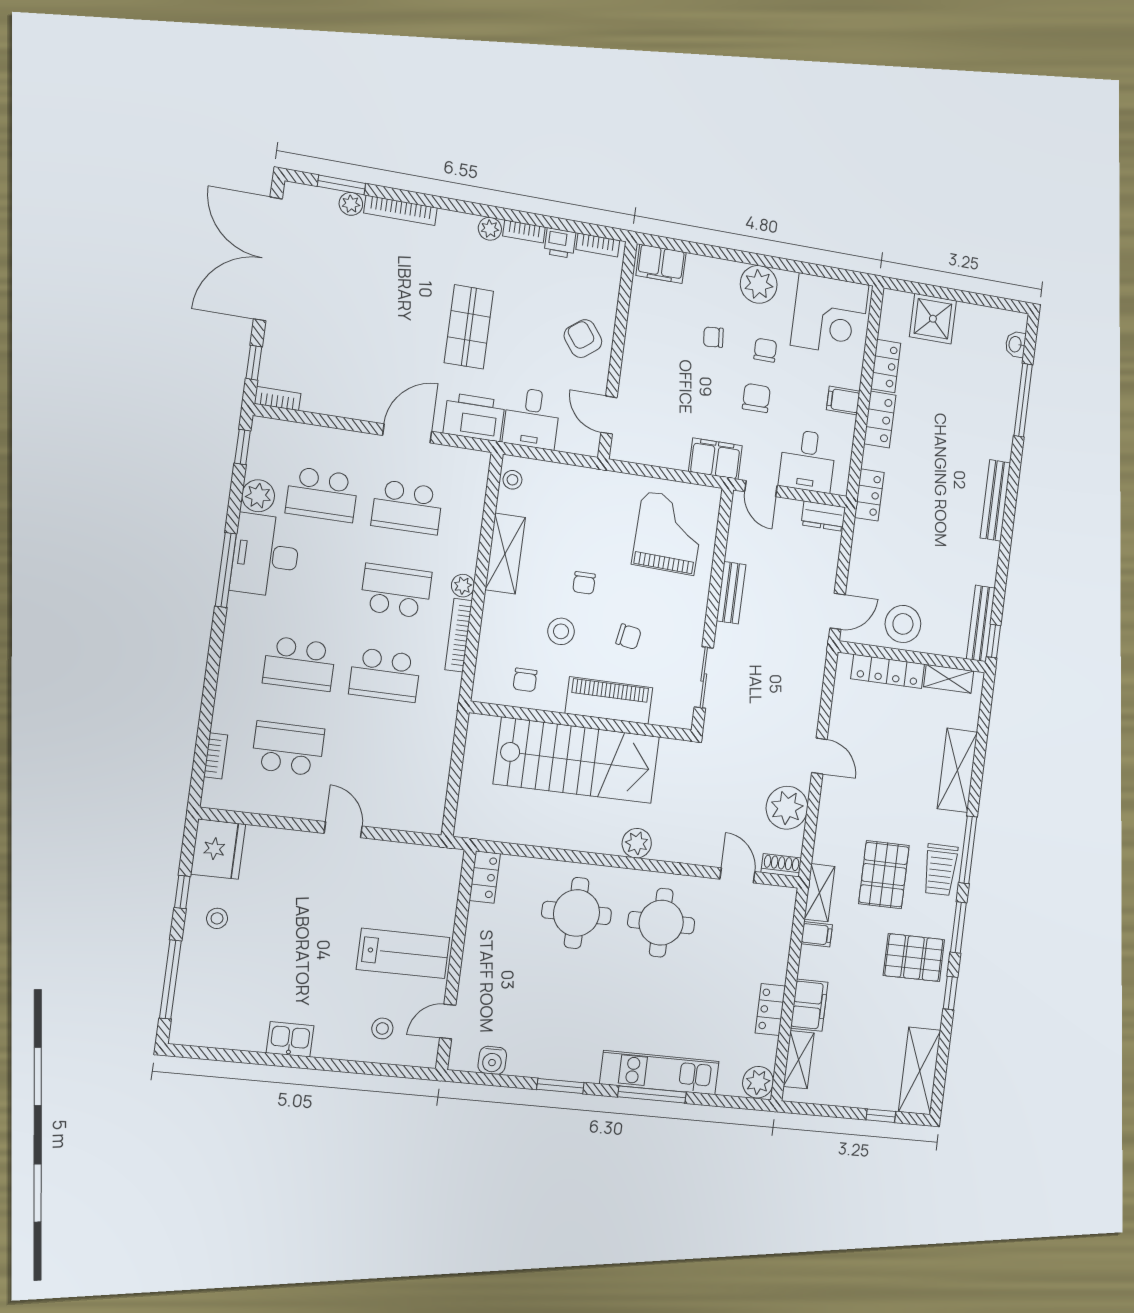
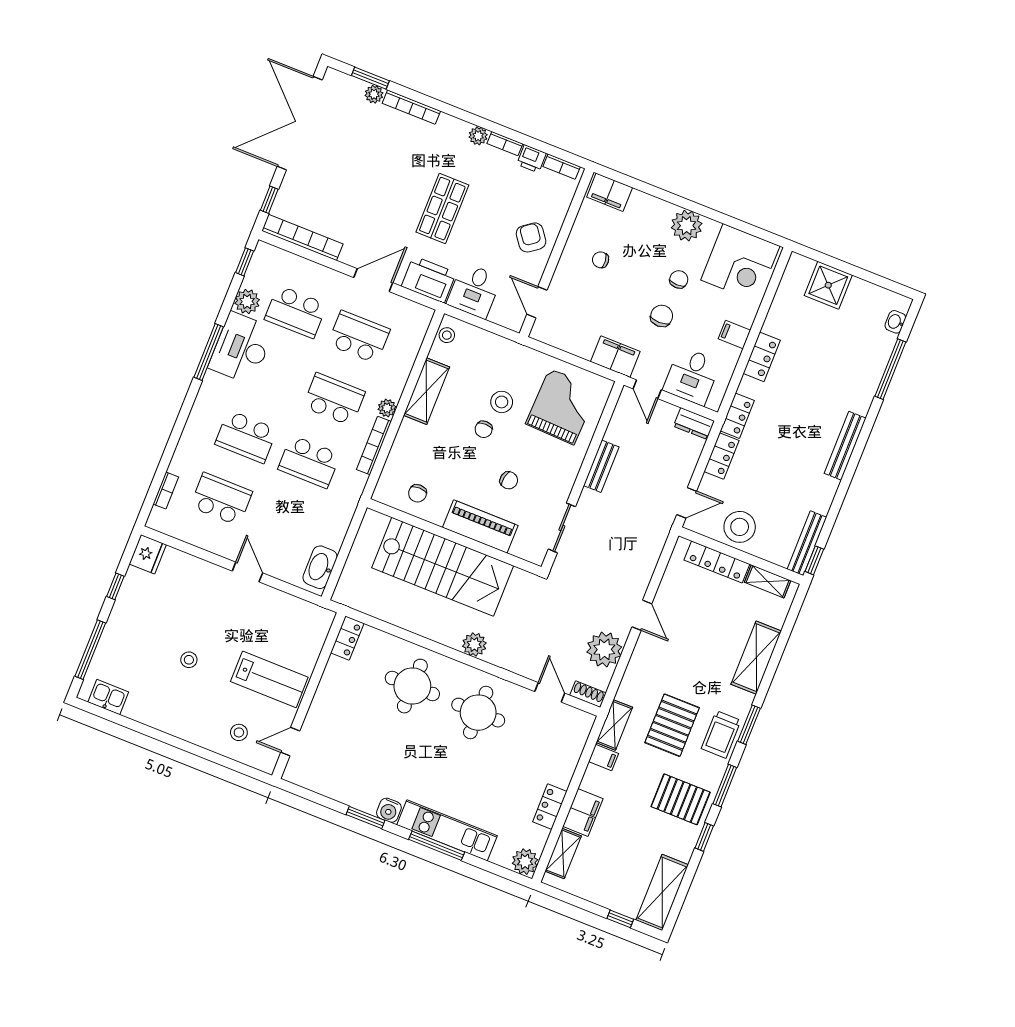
chair: (713, 337) -> (601, 260), moved
locker: (886, 366) -> (721, 456), moved
bookcase: (278, 399) -> (302, 237), width x2.31, depth x1.31
school desk: (407, 507) -> (359, 337), turned 180
stool: (561, 631) -> (502, 402), moved
washbasin: (430, 800) -> (320, 567), added
fridge: (218, 849) -> (148, 554), width x0.73, depth x0.75
window: (968, 850) -> (749, 725), width x0.69
stool: (217, 918) -> (189, 660), moved
kitchen sink: (290, 1039) -> (108, 697), moved
water cooler: (492, 1060) -> (389, 810), moved

